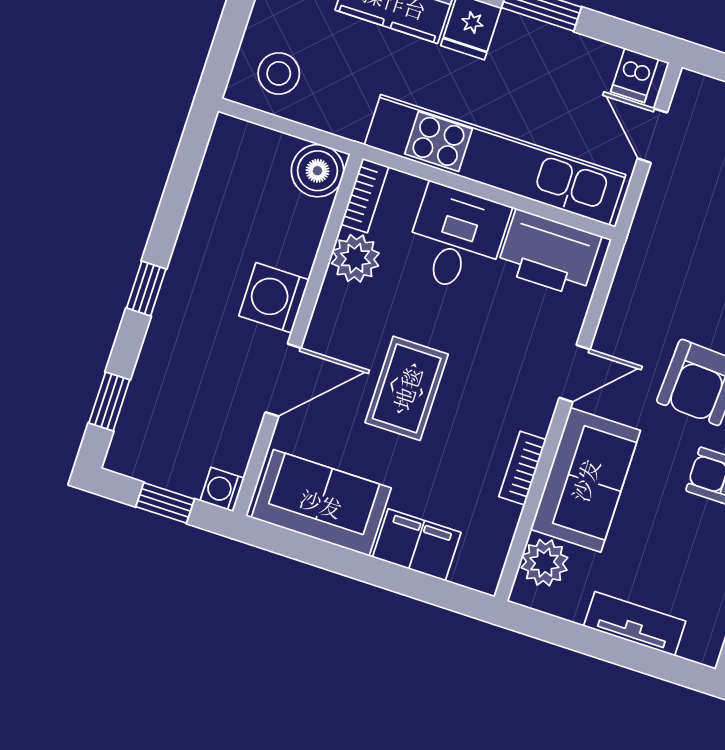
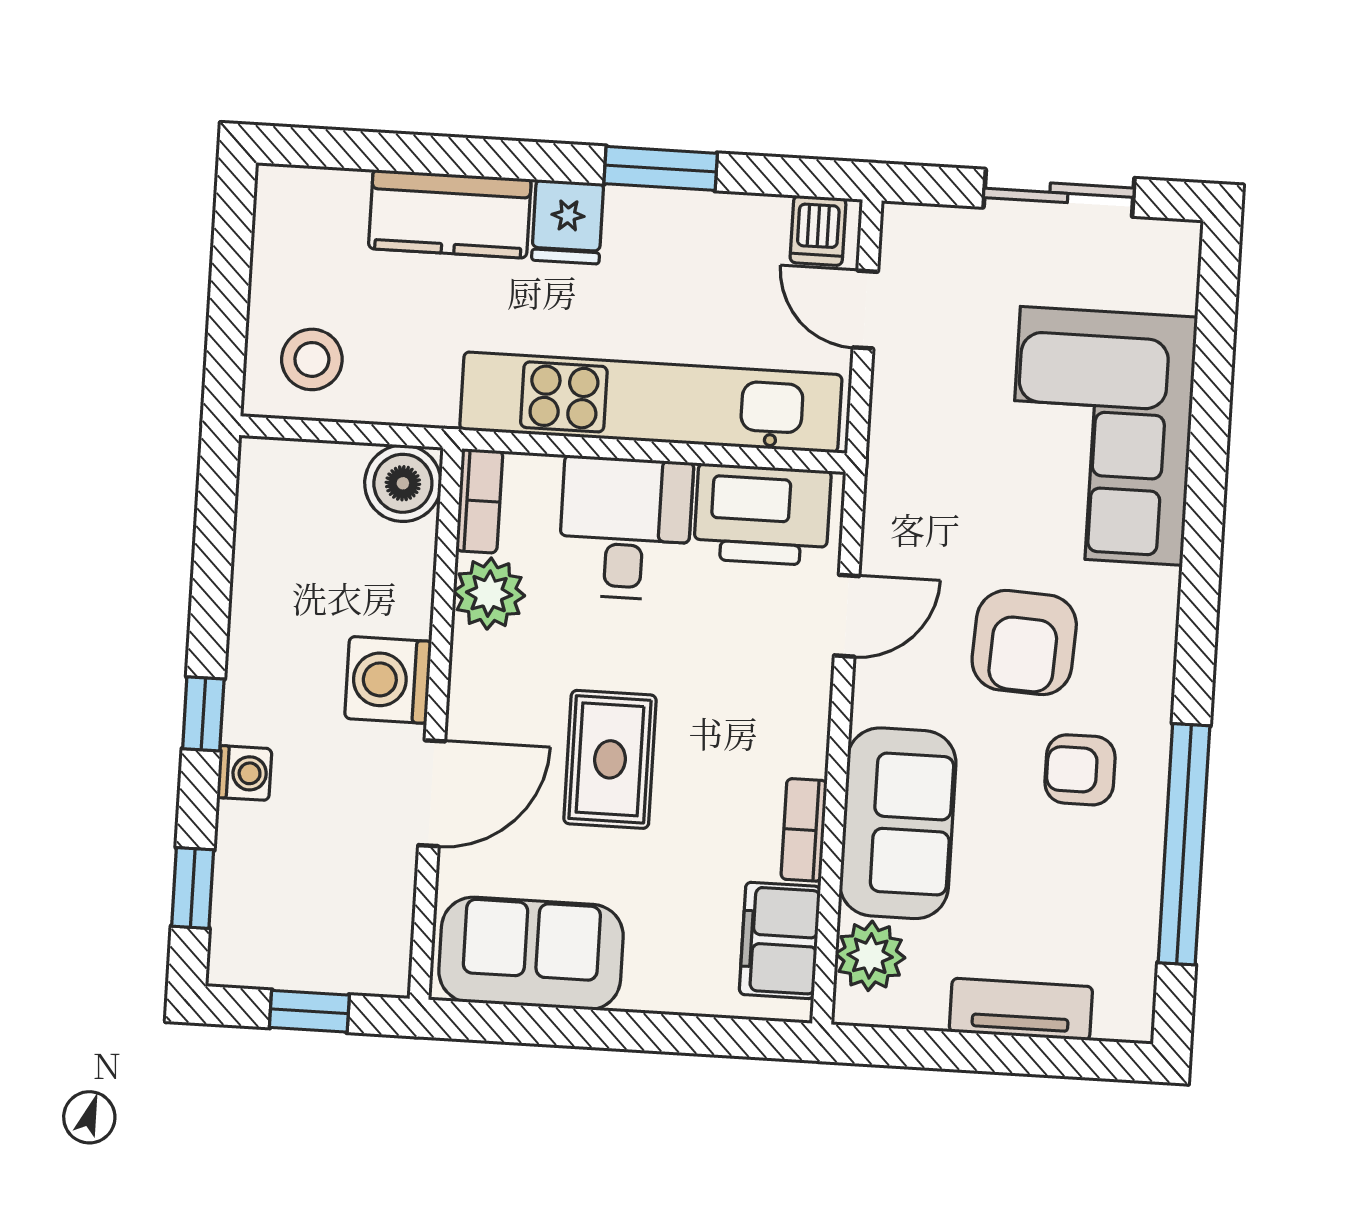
door: (575, 373) -> (847, 616), moved
washing machine: (222, 489) -> (244, 773), moved, turned 180
filing cabinet: (417, 545) -> (780, 940), moved, turned -90

